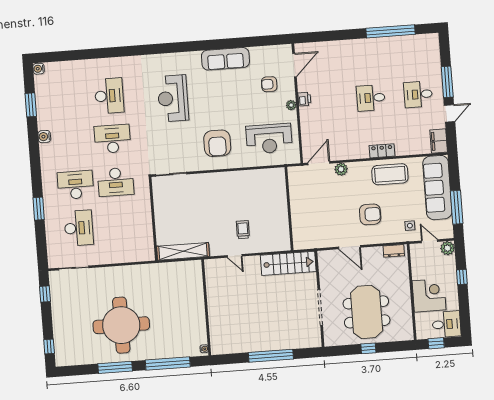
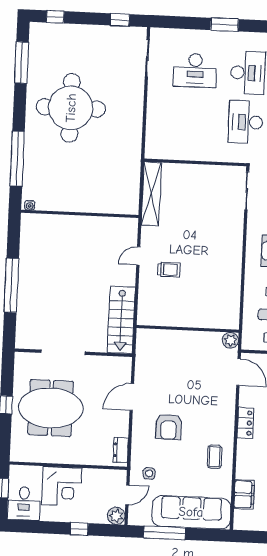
filing cabinet: (439, 141) -> (244, 494), moved, turned 90
locker: (382, 151) -> (245, 423), moved
plant: (341, 169) -> (230, 340), moved
coffee table: (390, 174) -> (215, 457), width x0.54, depth x0.58
window: (115, 367) -> (22, 62), moved

